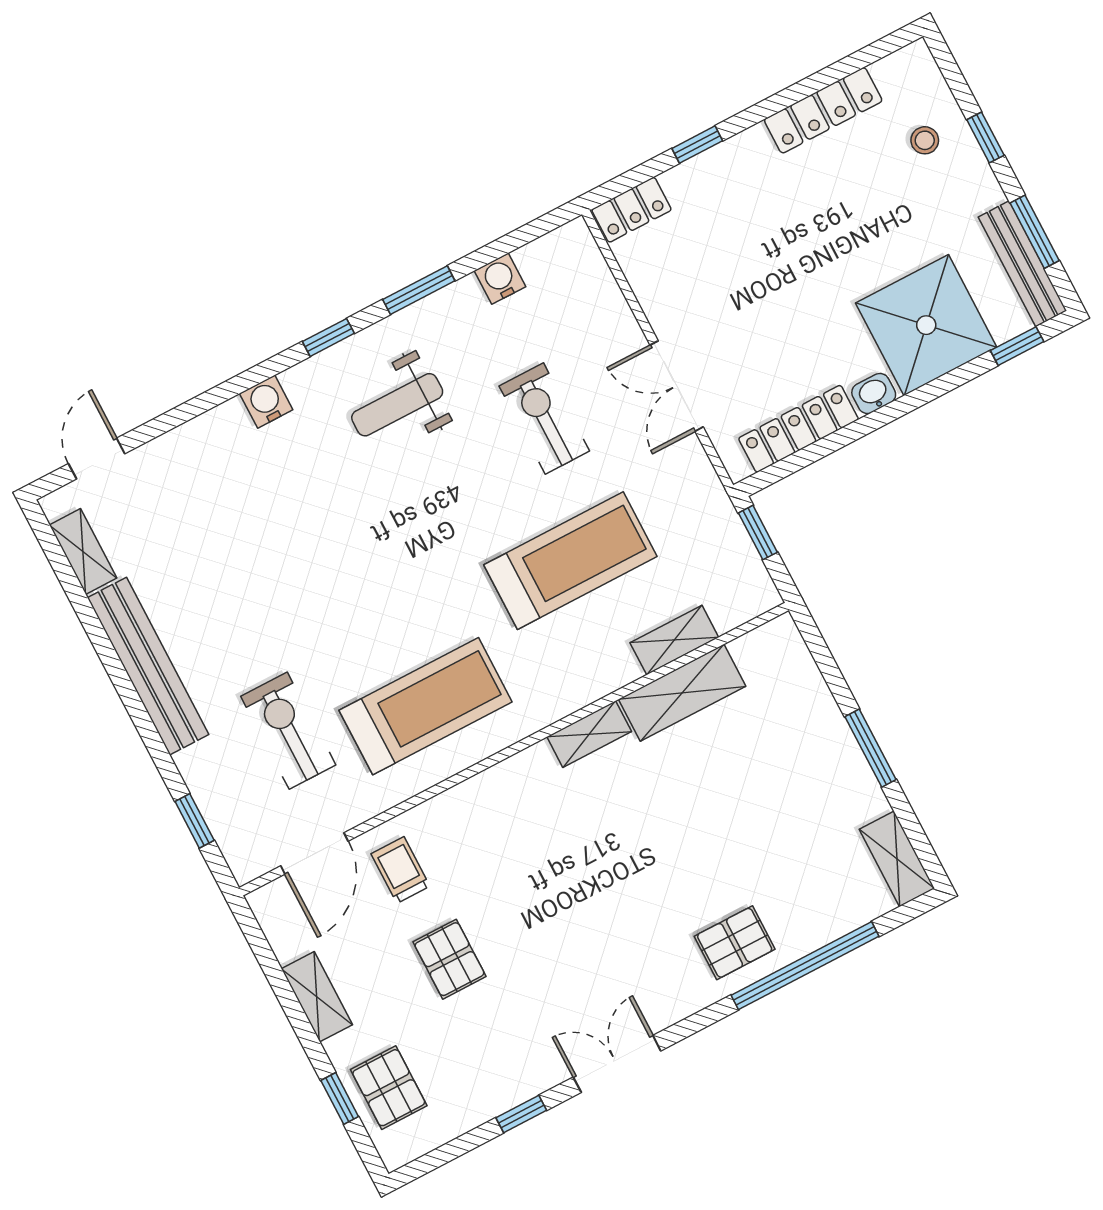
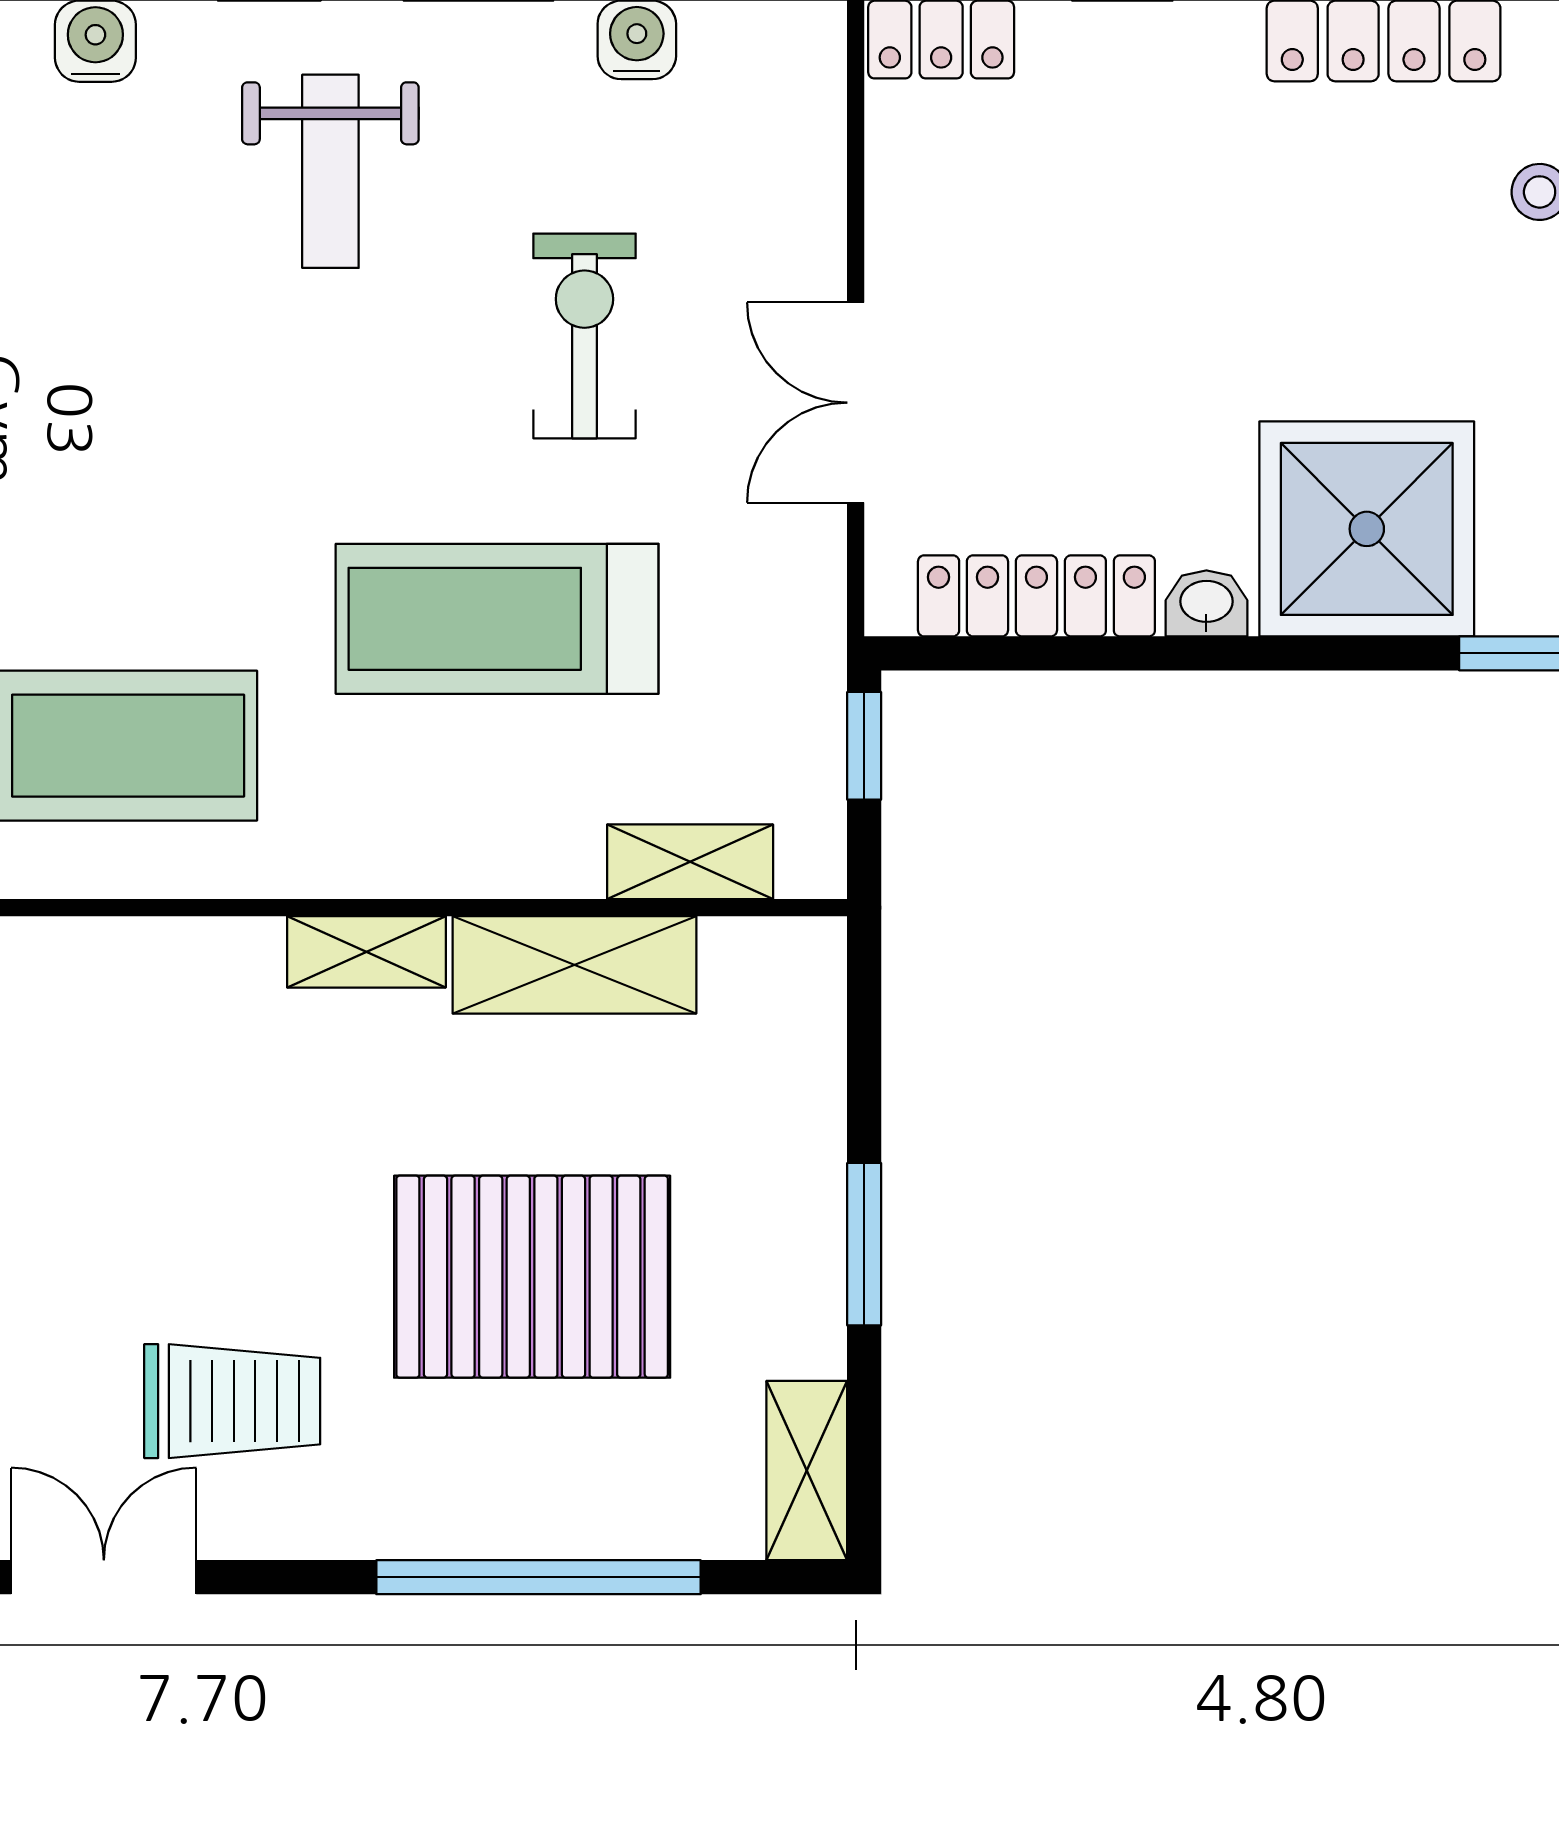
weight bench: (397, 405) -> (330, 171), turned -90
treadmill: (570, 561) -> (497, 619), turned 180
shelving: (674, 640) -> (690, 862), moved
pallet: (735, 943) -> (532, 1277), moved, width x2.05, depth x2.00
trolley: (633, 959) -> (232, 1401), added

